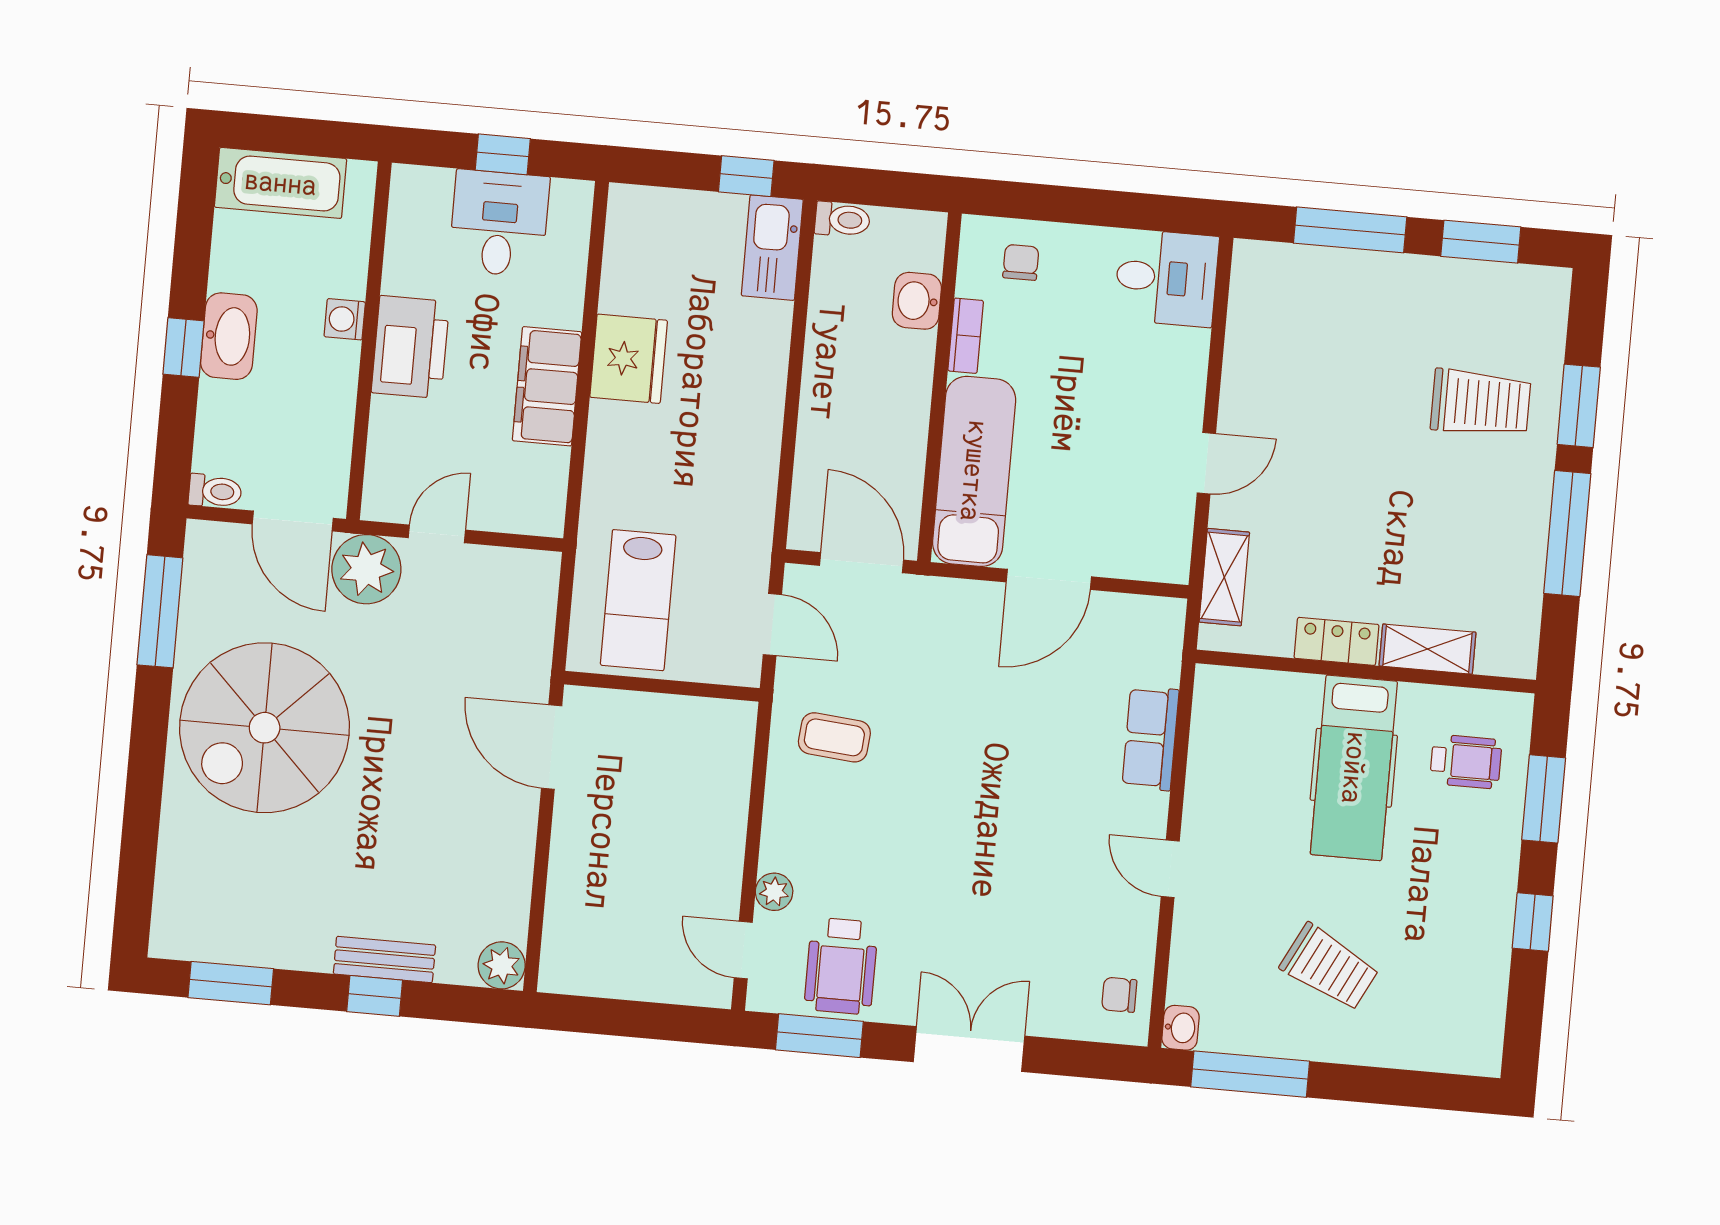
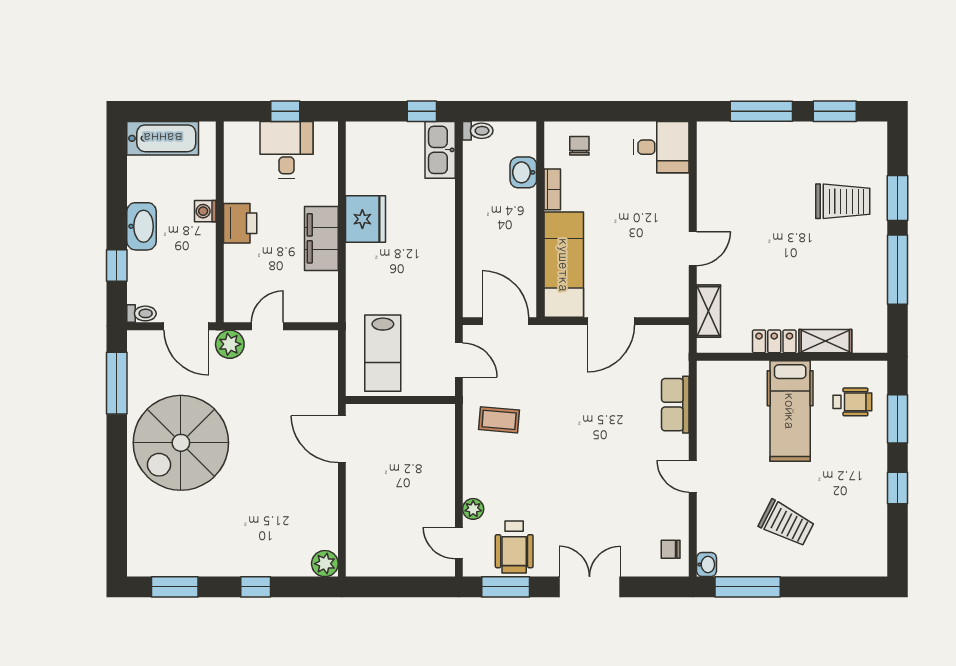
printer: (410, 347) -> (240, 223), width x0.73, depth x0.84
window: (183, 348) -> (117, 266), moved
plant: (366, 569) -> (230, 344), width x0.73, depth x0.73
bench: (384, 959) -> (259, 566), removed

